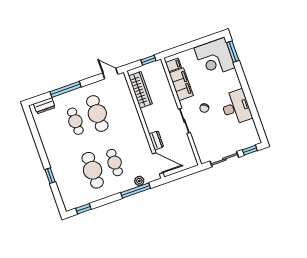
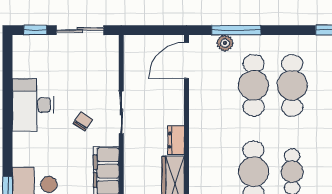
dresser: (156, 140) -> (176, 140), moved
cafe table: (115, 163) -> (254, 85), width x1.37, depth x1.35
door: (158, 163) -> (187, 61), hinge flipped

